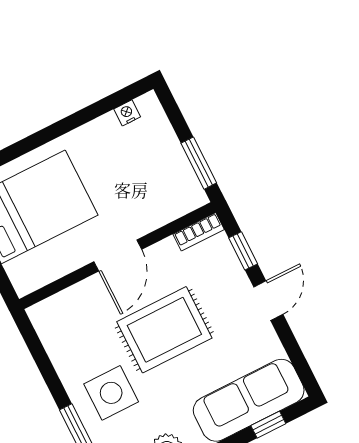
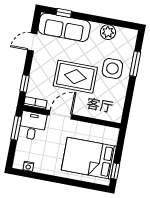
desk: (173, 188) -> (33, 126), added
door: (118, 256) -> (61, 115), moved
door: (268, 301) -> (32, 42), moved

